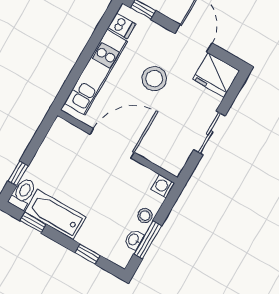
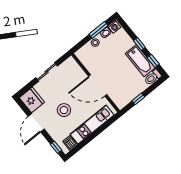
window: (18, 173) -> (138, 99), moved
washing machine: (163, 186) -> (114, 27), moved
window: (88, 254) -> (139, 44), moved

